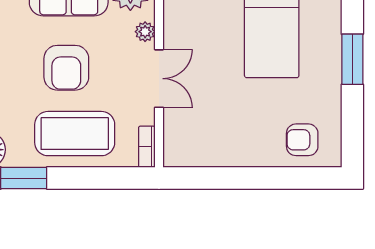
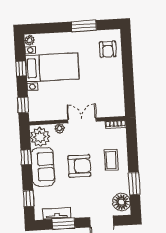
window: (352, 59) -> (84, 26), moved
coffee table: (75, 134) -> (111, 160), width x0.54, depth x0.58

